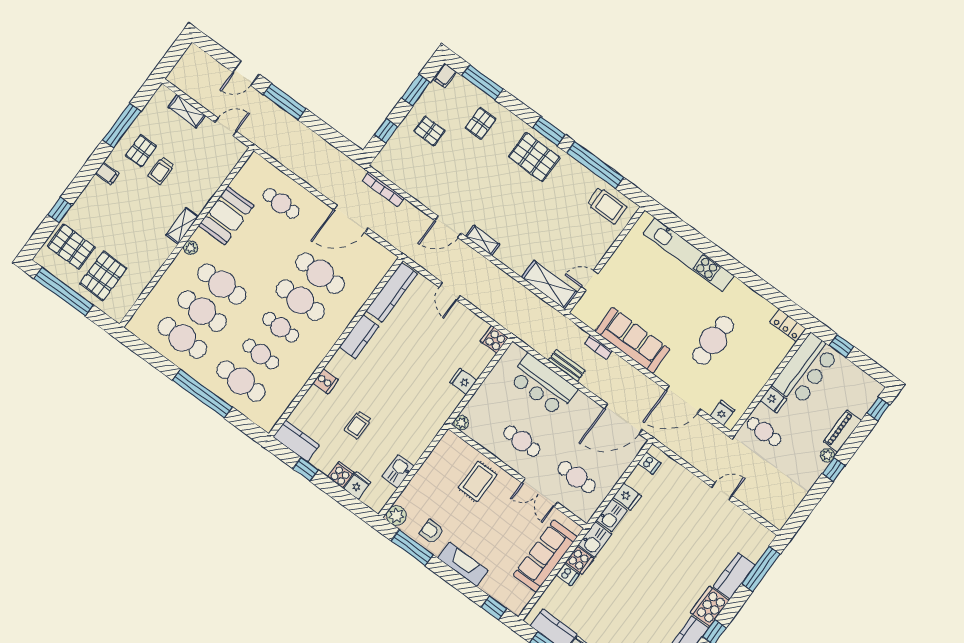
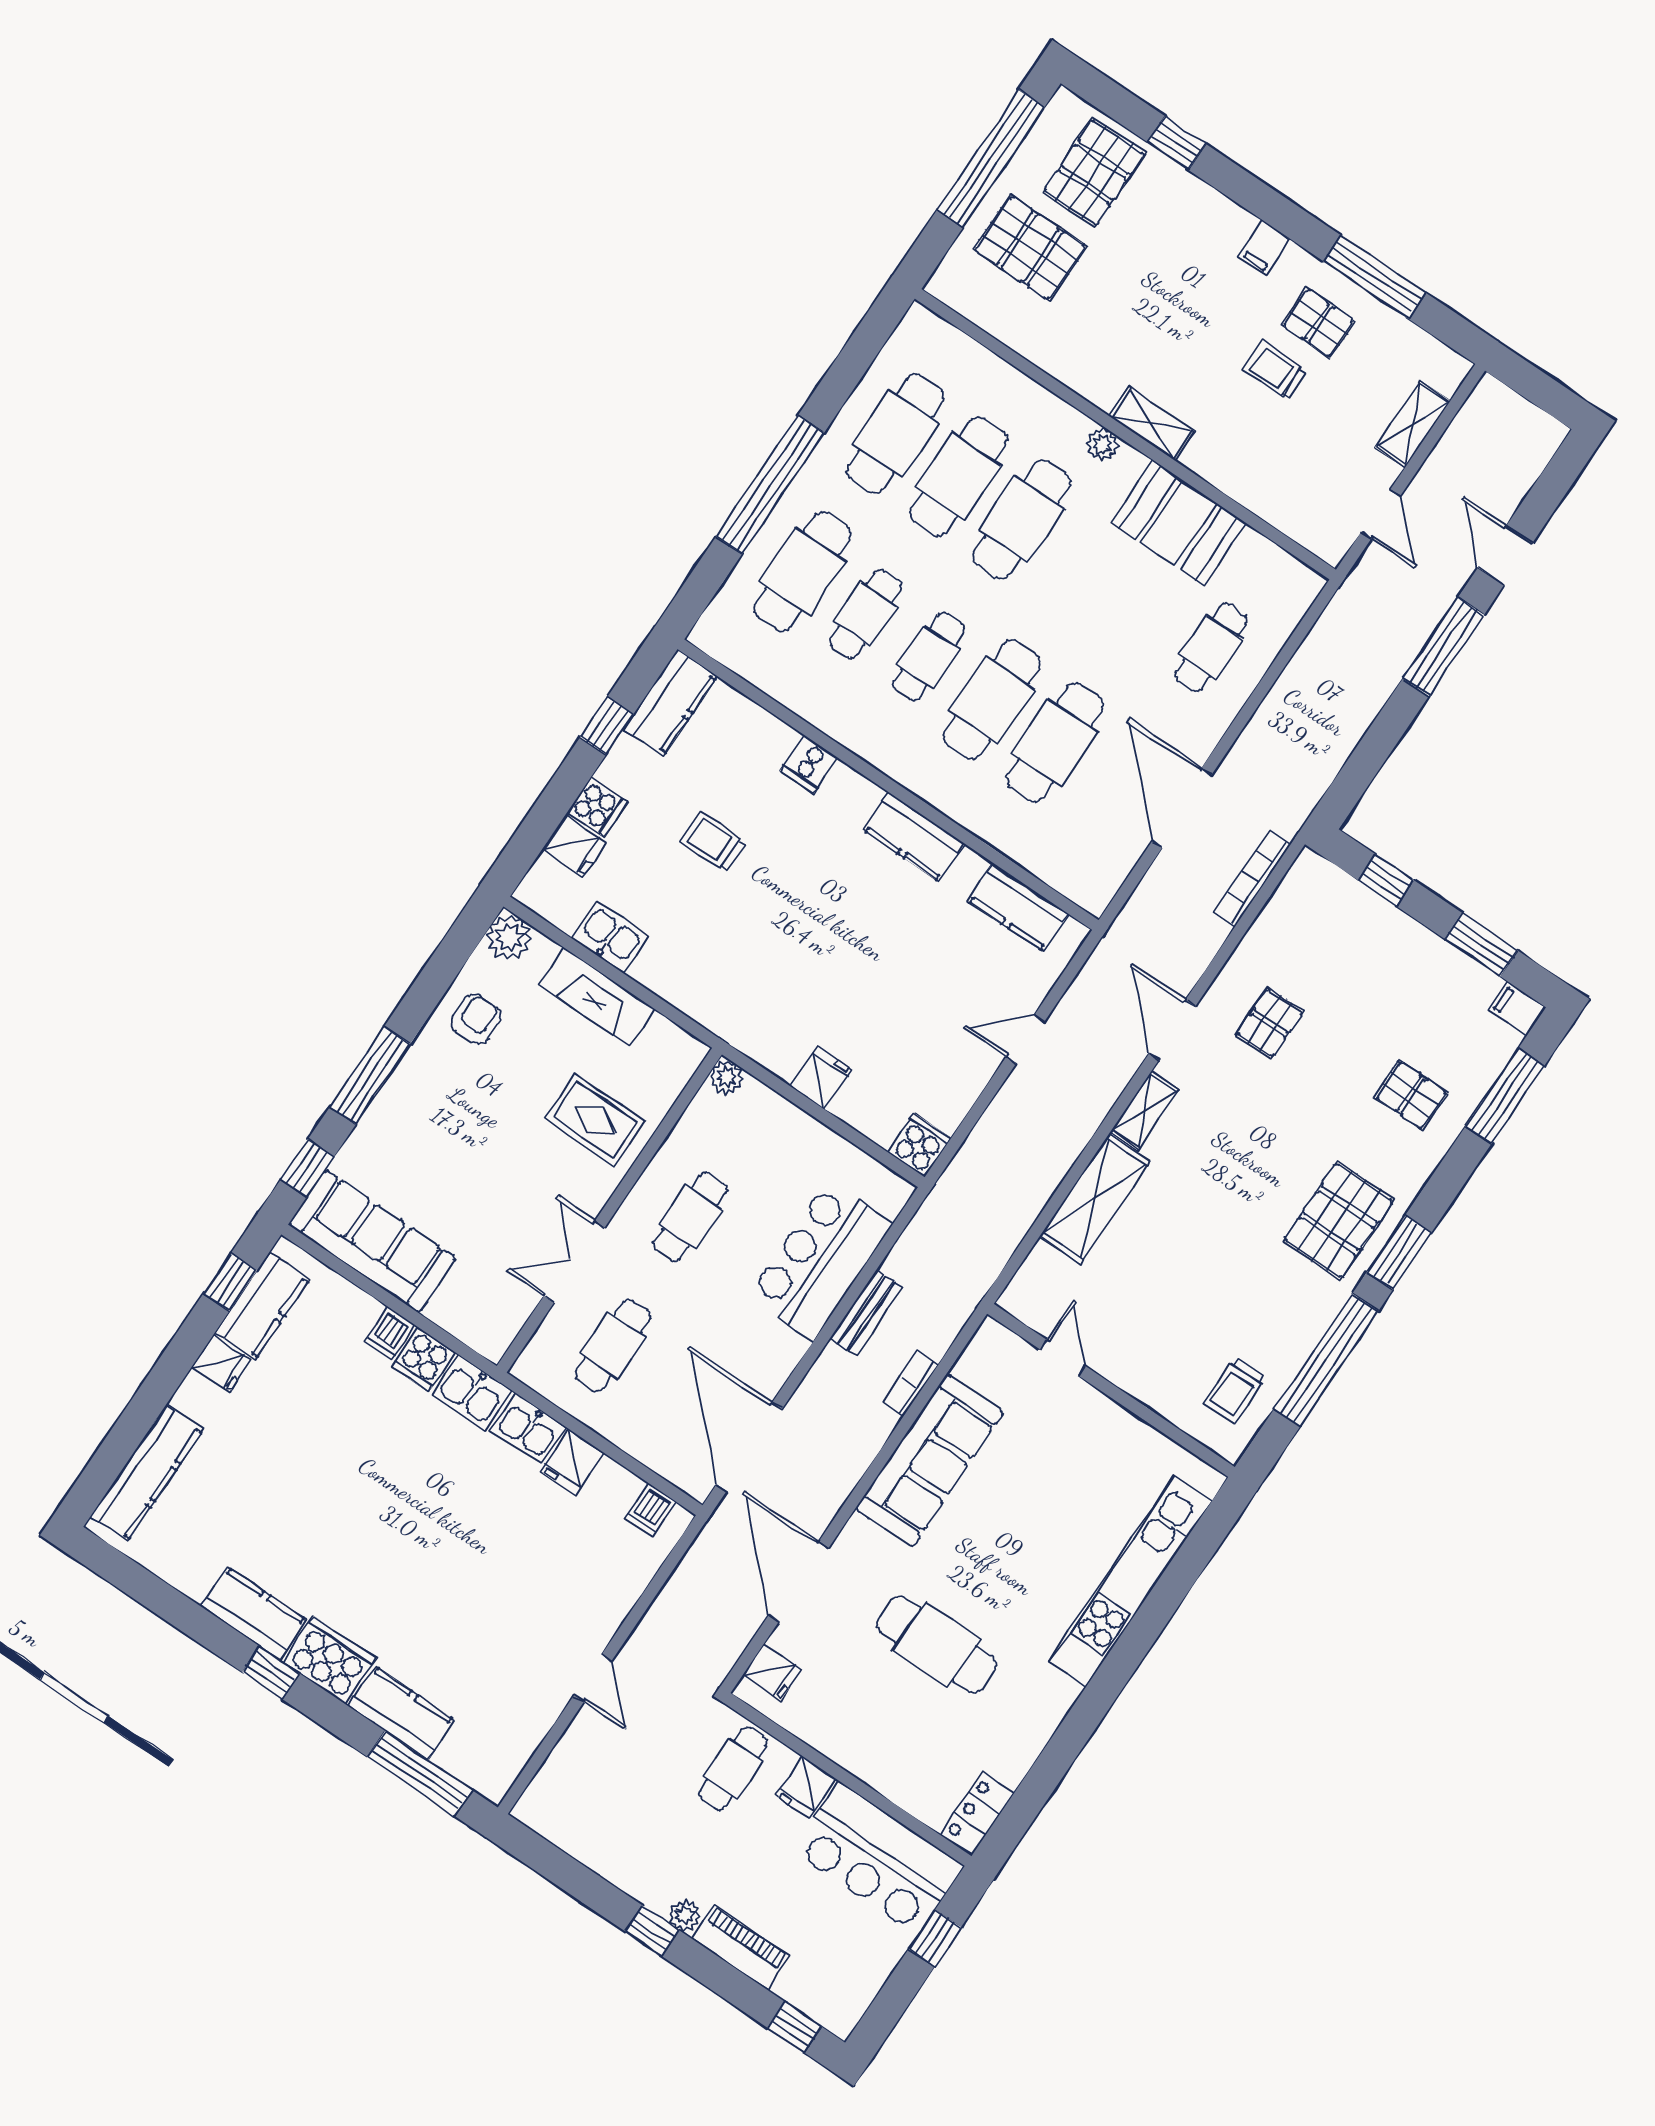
pallet: (429, 131) -> (1270, 1023), moved
trolley: (607, 206) -> (1235, 1390), width x0.73, depth x0.72
shelving: (550, 285) -> (1095, 1199), moved
kitchen counter: (392, 292) -> (1018, 907), width x0.67
window: (412, 548) -> (370, 1076), moved
sofa: (545, 556) -> (372, 1241), moved
fireplace: (463, 564) -> (597, 997), moved, turned 90

